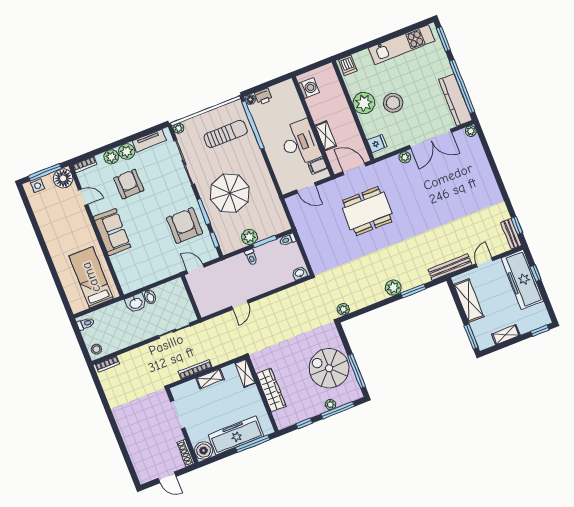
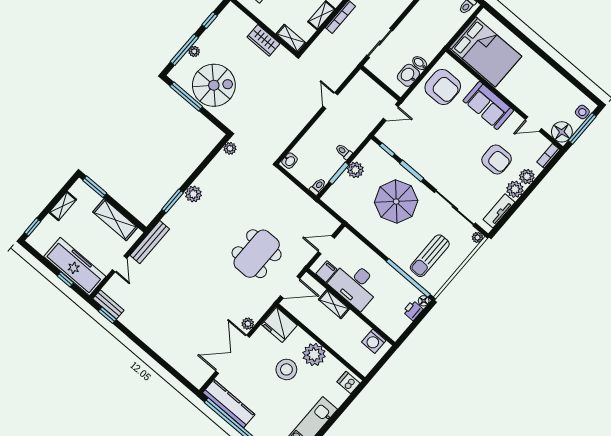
plant: (471, 131) -> (198, 382), removed
fridge: (377, 144) -> (279, 325), width x1.88, depth x1.34
armchair: (185, 225) -> (443, 87), moved
bed: (91, 277) -> (486, 52), width x1.50
washbasin: (136, 303) -> (408, 75), moved
wardrobe: (271, 390) -> (264, 40), width x0.67

